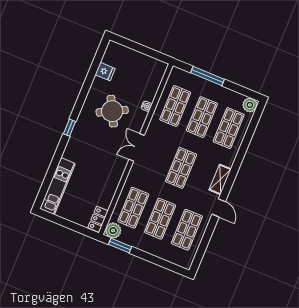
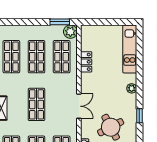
window: (70, 128) -> (139, 116), moved
plant: (73, 143) -> (132, 88), added
locker: (98, 219) -> (86, 62), moved

